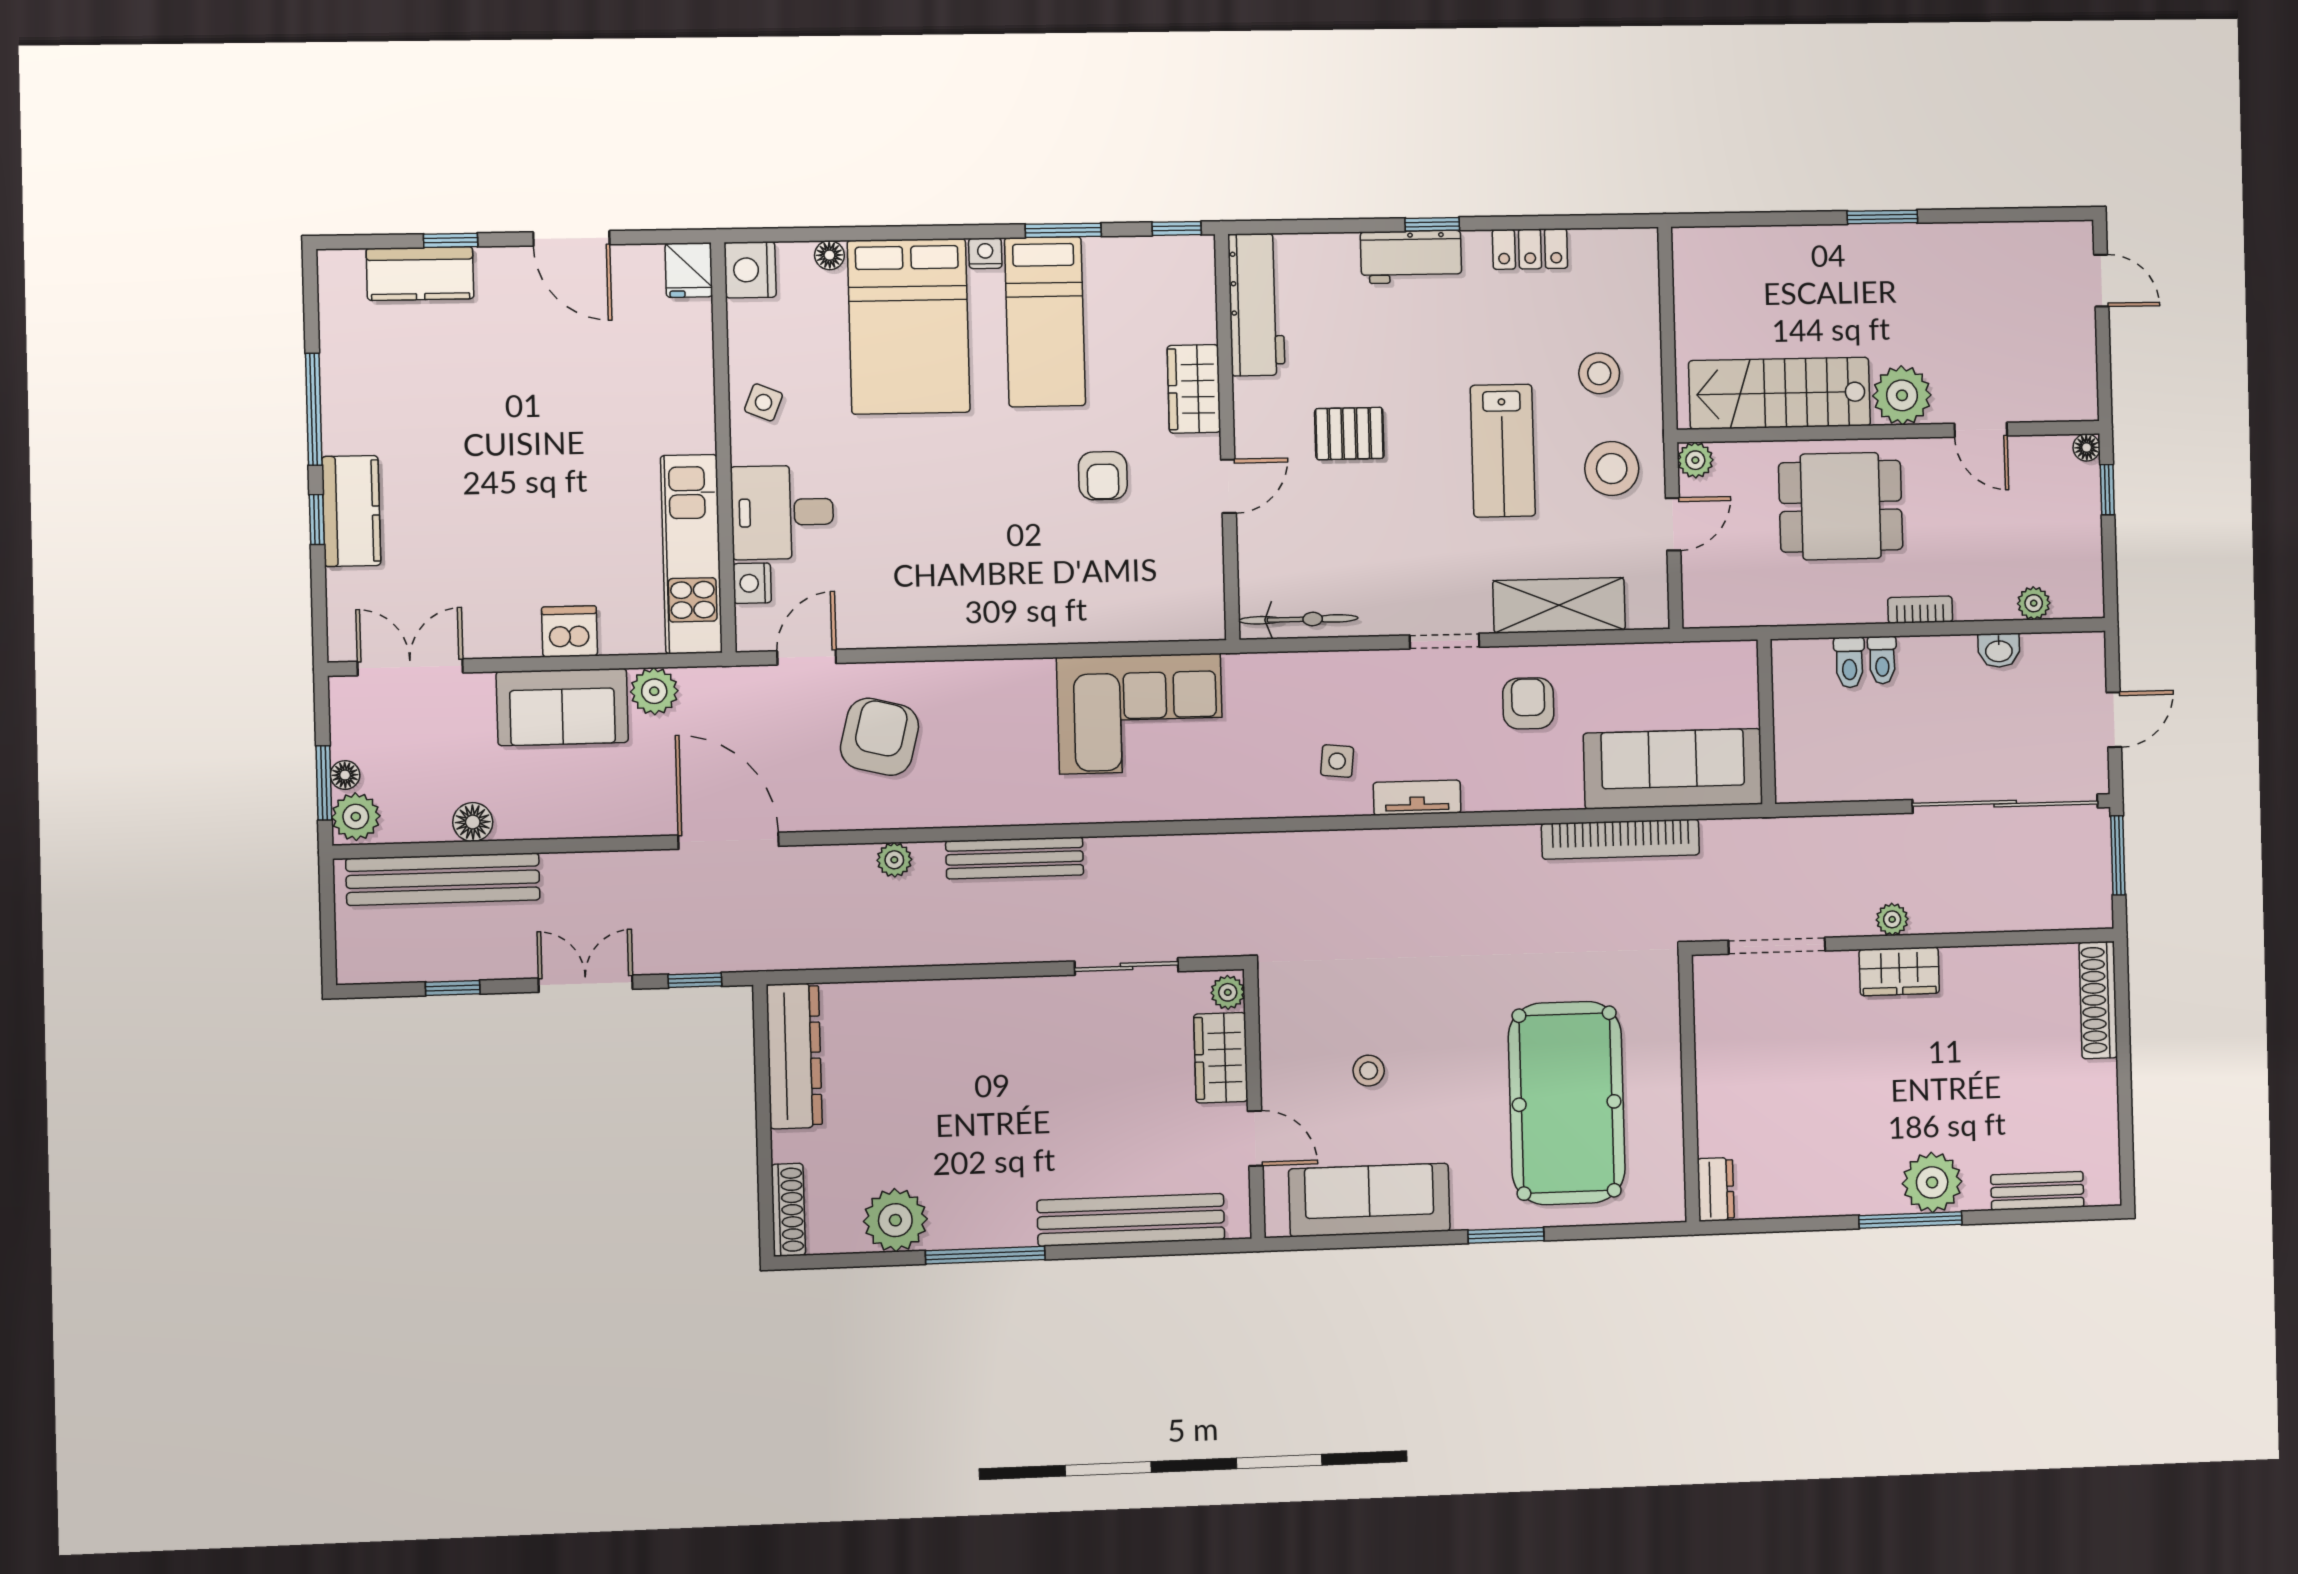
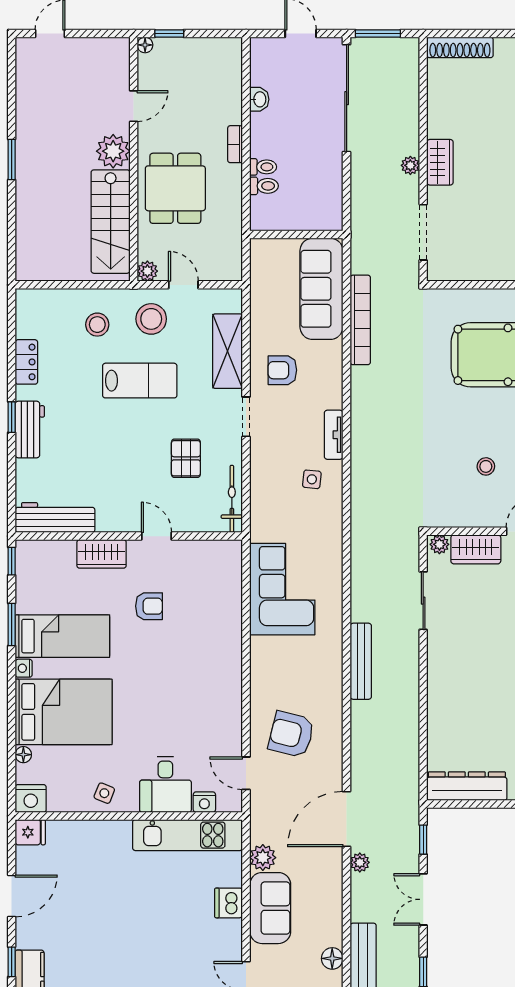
pallet: (1349, 434) -> (186, 458), moved
plant: (2034, 603) -> (233, 78), removed
plant: (894, 860) -> (360, 862), moved

